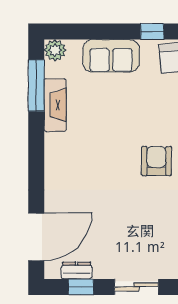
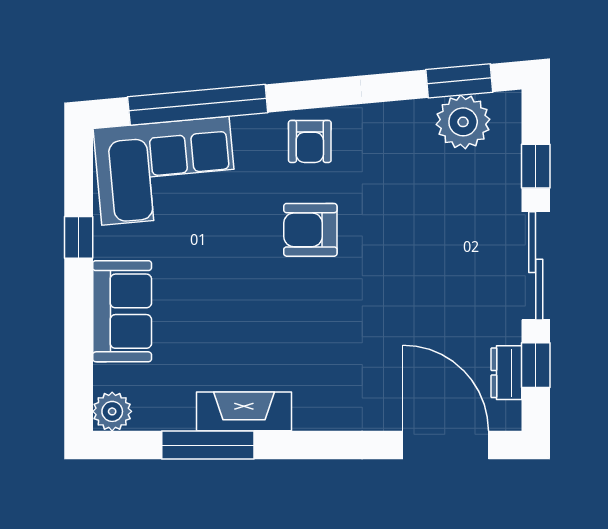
window: (36, 85) -> (208, 445), moved
fireplace: (55, 105) -> (244, 411), moved
sliding door: (136, 287) -> (536, 266), width x1.37

